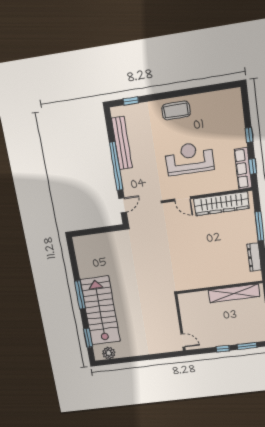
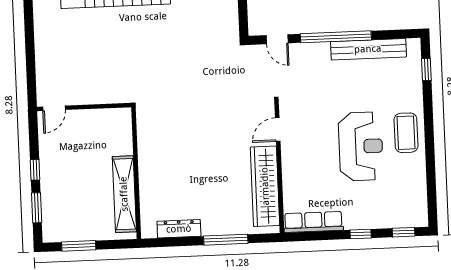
reception desk: (189, 158) -> (361, 146), moved
window: (253, 166) -> (404, 232), moved

